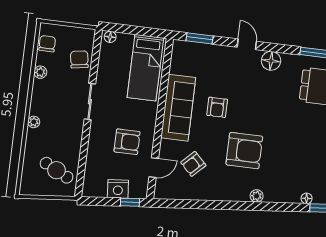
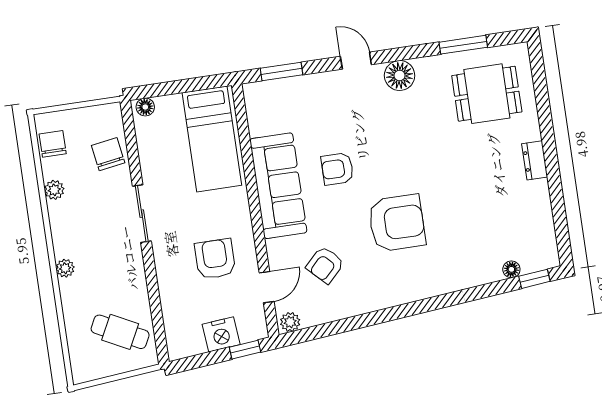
armchair: (217, 107) -> (337, 169), turned 90
armchair: (127, 142) -> (215, 259), turned -90
plant: (257, 196) -> (290, 322), moved

